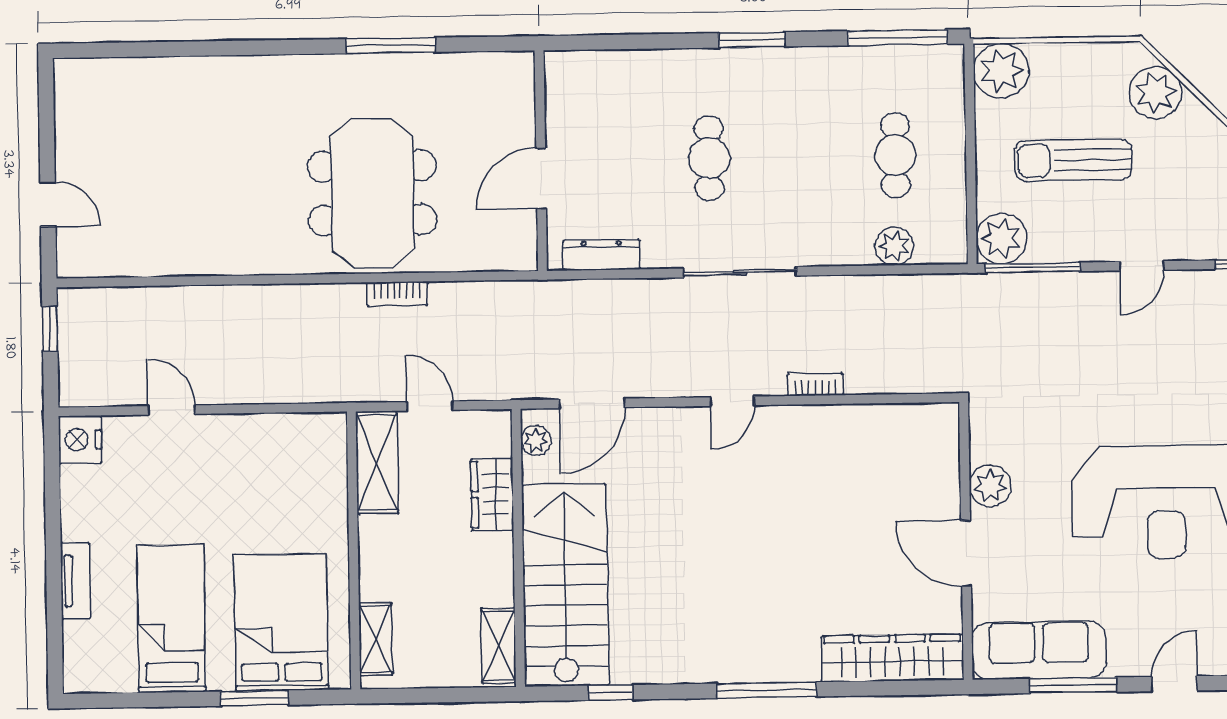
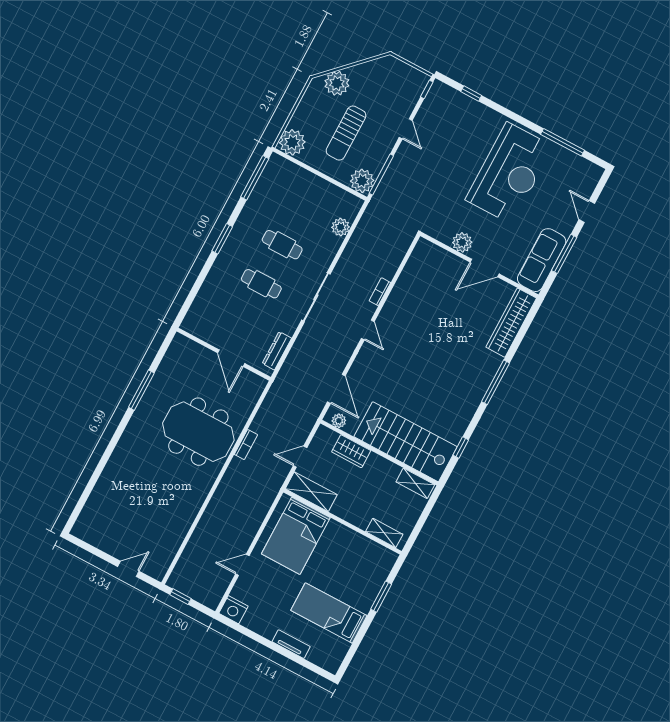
cafe table: (895, 155) -> (282, 245), moved
bed: (281, 622) -> (296, 536), moved, turned -90

